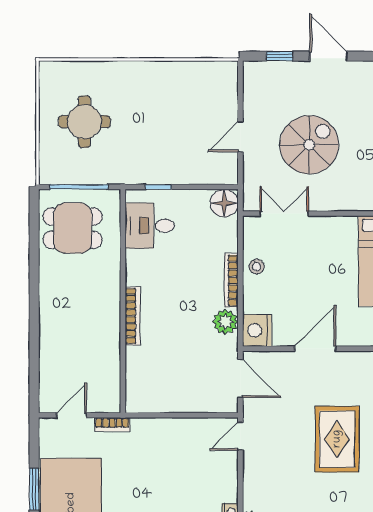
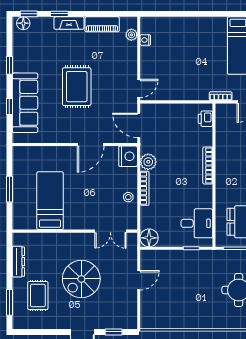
spiral stairs: (309, 145) -> (81, 279), moved
printer: (136, 389) -> (205, 119), added

